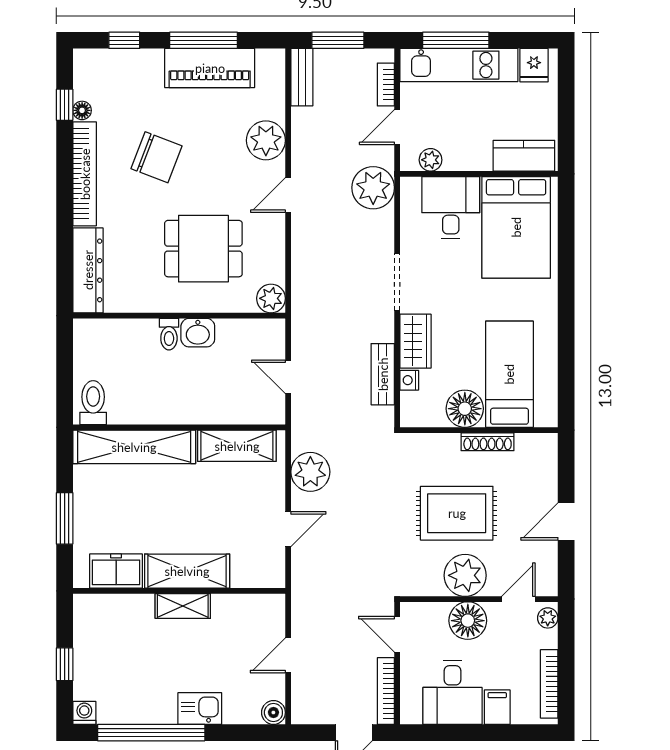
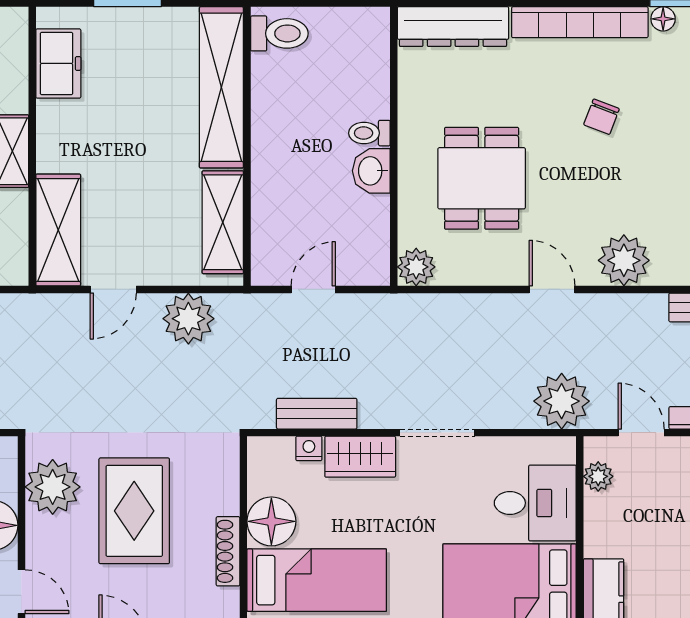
chair: (157, 157) -> (601, 117), width x0.54, depth x0.54
door: (288, 529) -> (113, 289), hinge flipped
shelving: (187, 571) -> (58, 230), moved
plant: (465, 575) -> (53, 487), moved

